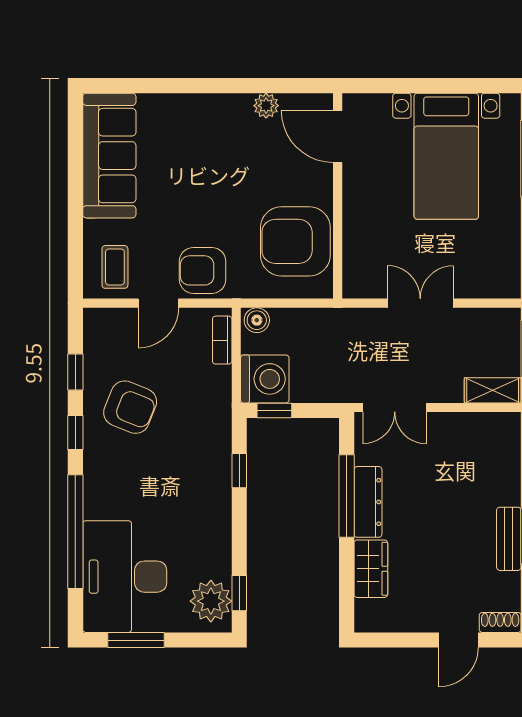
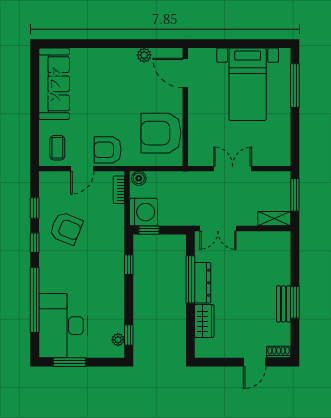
plant: (211, 601) -> (118, 340), width x0.53, depth x0.53

